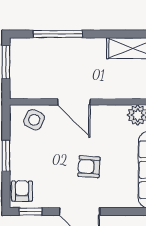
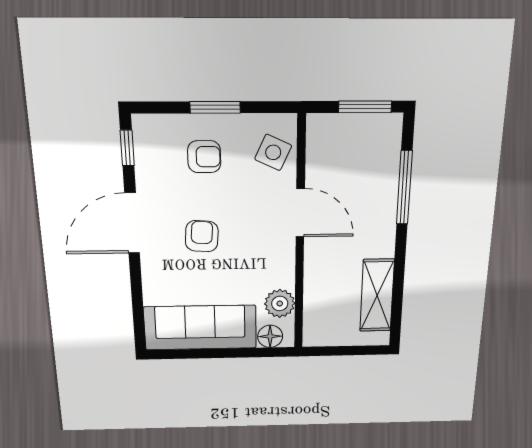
door: (74, 102) -> (300, 213), swing flipped
armchair: (22, 191) -> (204, 157), moved

